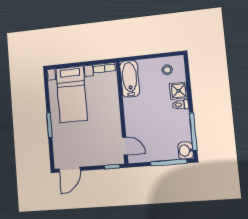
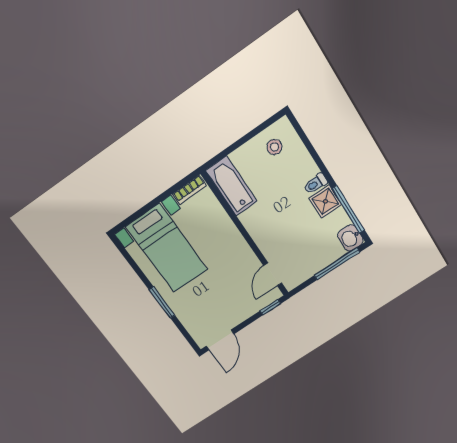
shower: (179, 91) -> (325, 201), moved
door: (125, 146) -> (273, 274), swing flipped

